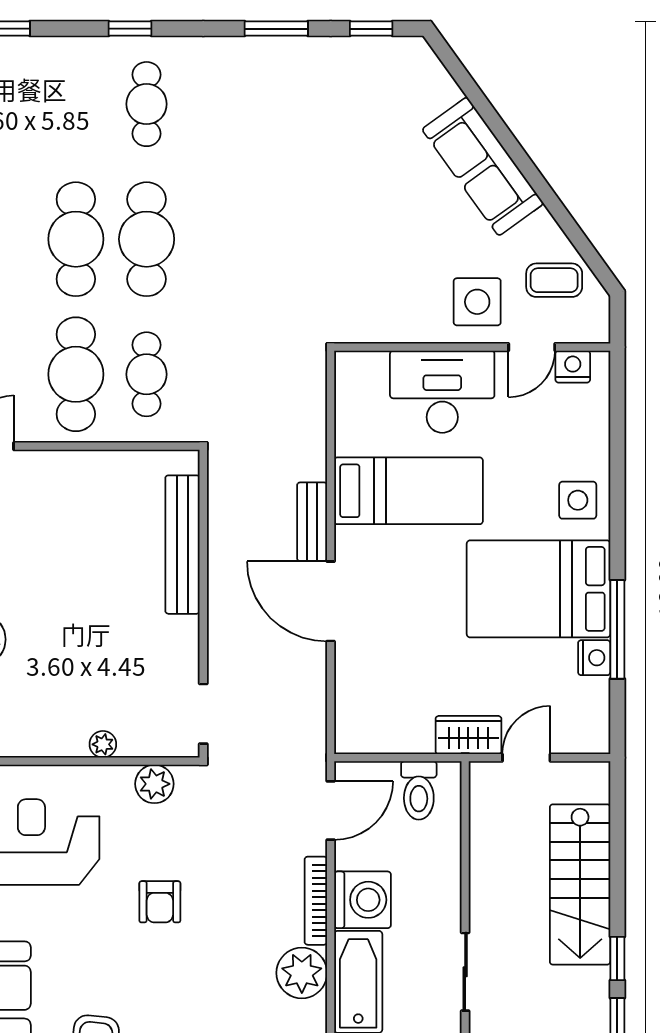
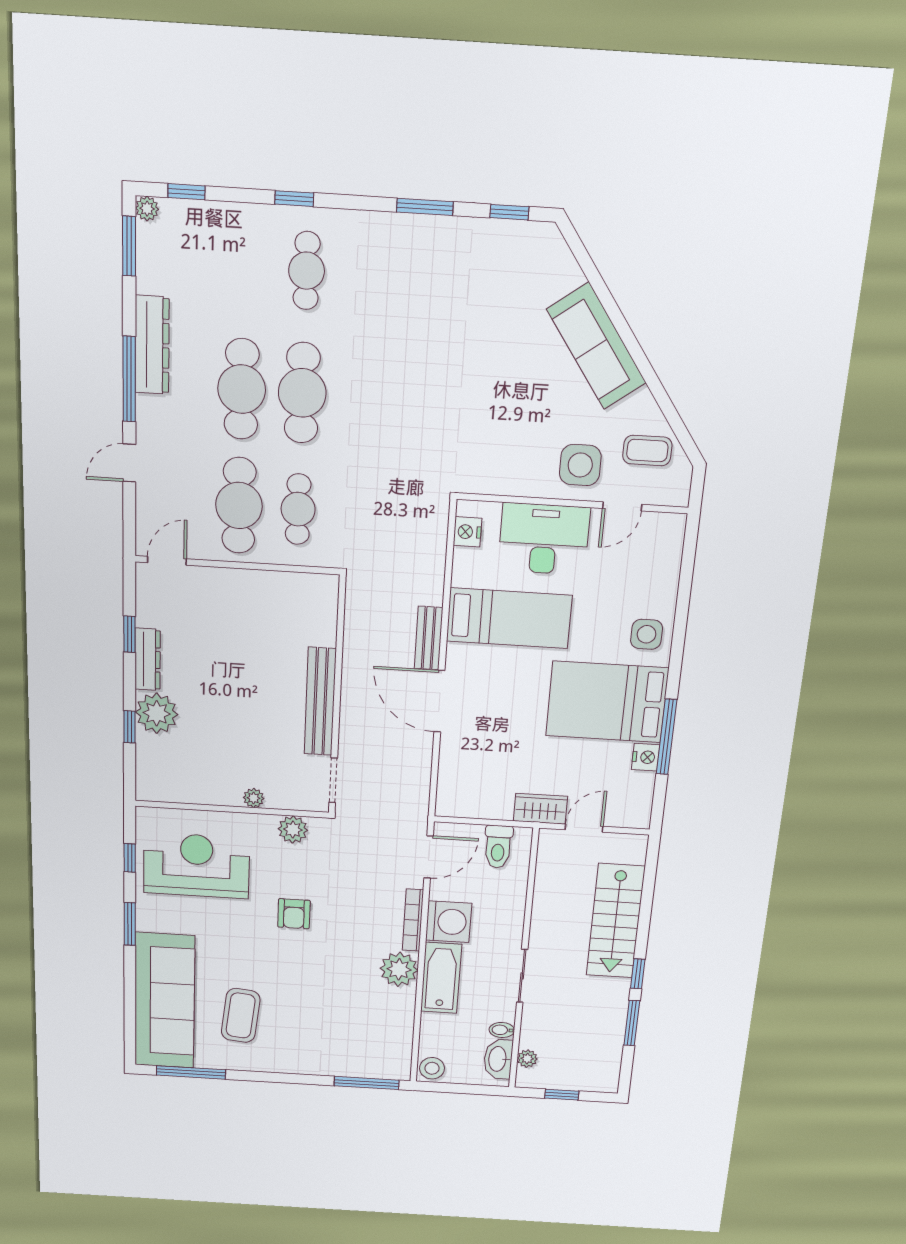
nightstand: (573, 367) -> (467, 532), moved, turned -90
bench: (183, 545) -> (320, 702), moved

